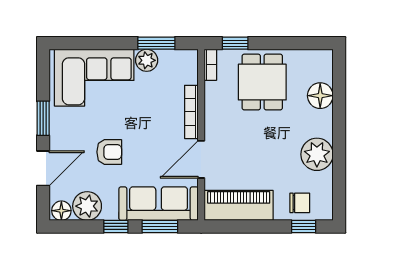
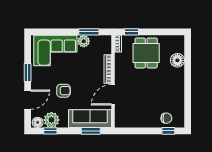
plant: (317, 154) -> (176, 92), removed
piano: (239, 205) -> (133, 120), removed
window: (116, 226) -> (50, 131), moved

